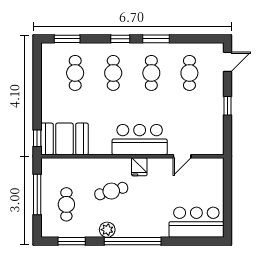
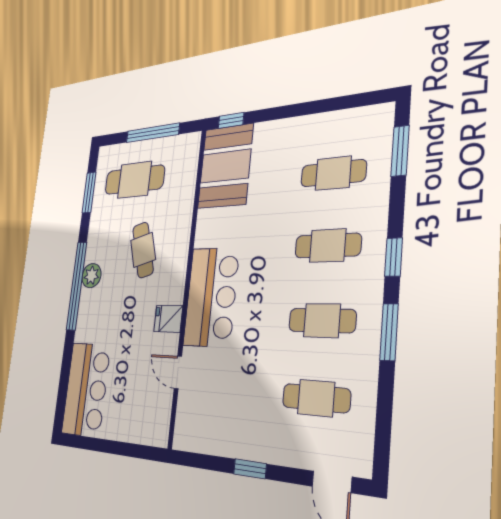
fridge: (139, 167) -> (168, 319), moved
cafe table: (66, 204) -> (134, 180), width x1.37, depth x1.35
plant: (107, 230) -> (91, 276), moved

